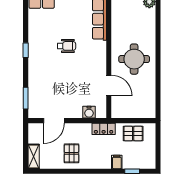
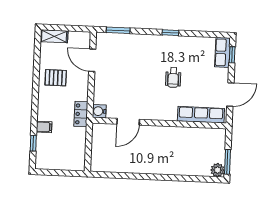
round table: (134, 59) -> (156, 151), removed
water cooler: (89, 112) -> (99, 111), moved
pallet: (133, 134) -> (74, 146), removed

